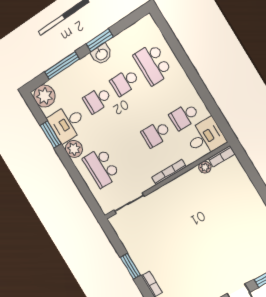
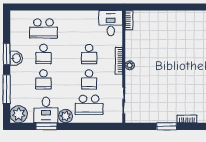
school desk: (184, 116) -> (89, 79), moved
plant: (205, 167) -> (130, 65), moved

